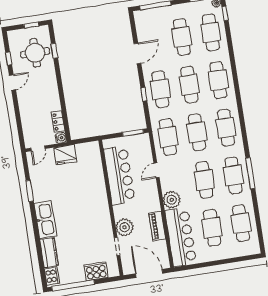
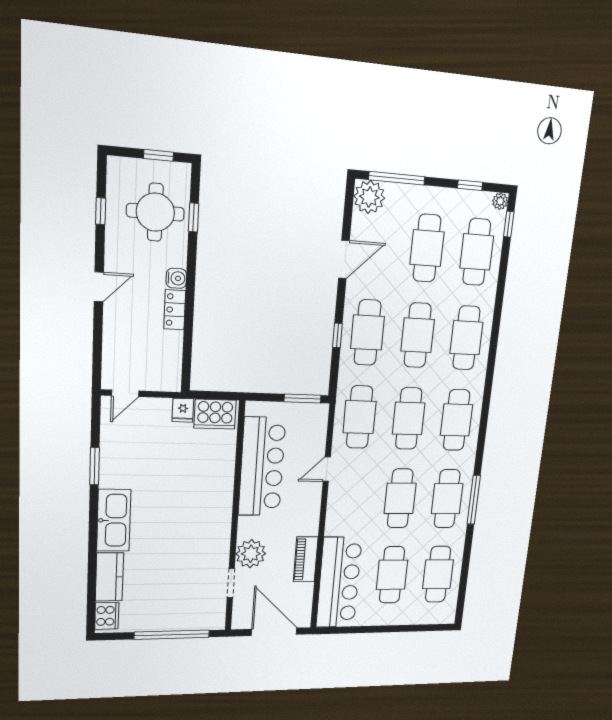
door: (12, 83) -> (99, 287), moved
locker: (58, 122) -> (175, 310), moved
water cooler: (61, 138) -> (176, 278), moved
fridge: (65, 155) -> (183, 410), width x0.53, depth x0.75
plant: (172, 200) -> (369, 197), moved
cooker: (96, 271) -> (215, 414), moved, turned 180
window: (73, 285) -> (172, 635), moved

